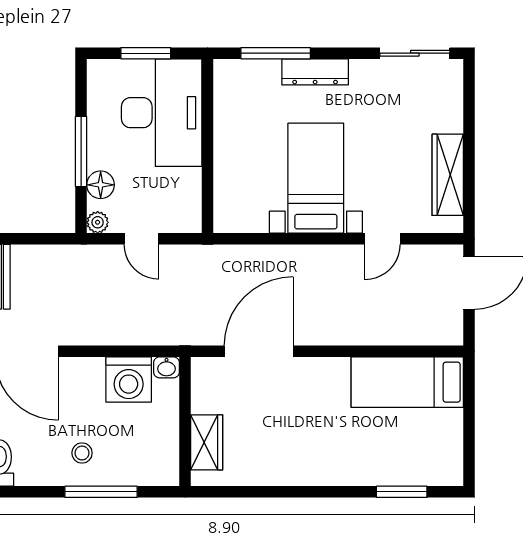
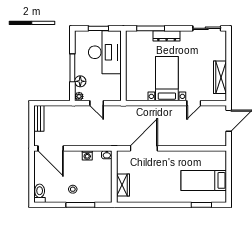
washing machine: (129, 380) -> (87, 155), width x0.53, depth x0.53
bed: (407, 382) -> (204, 180), moved

